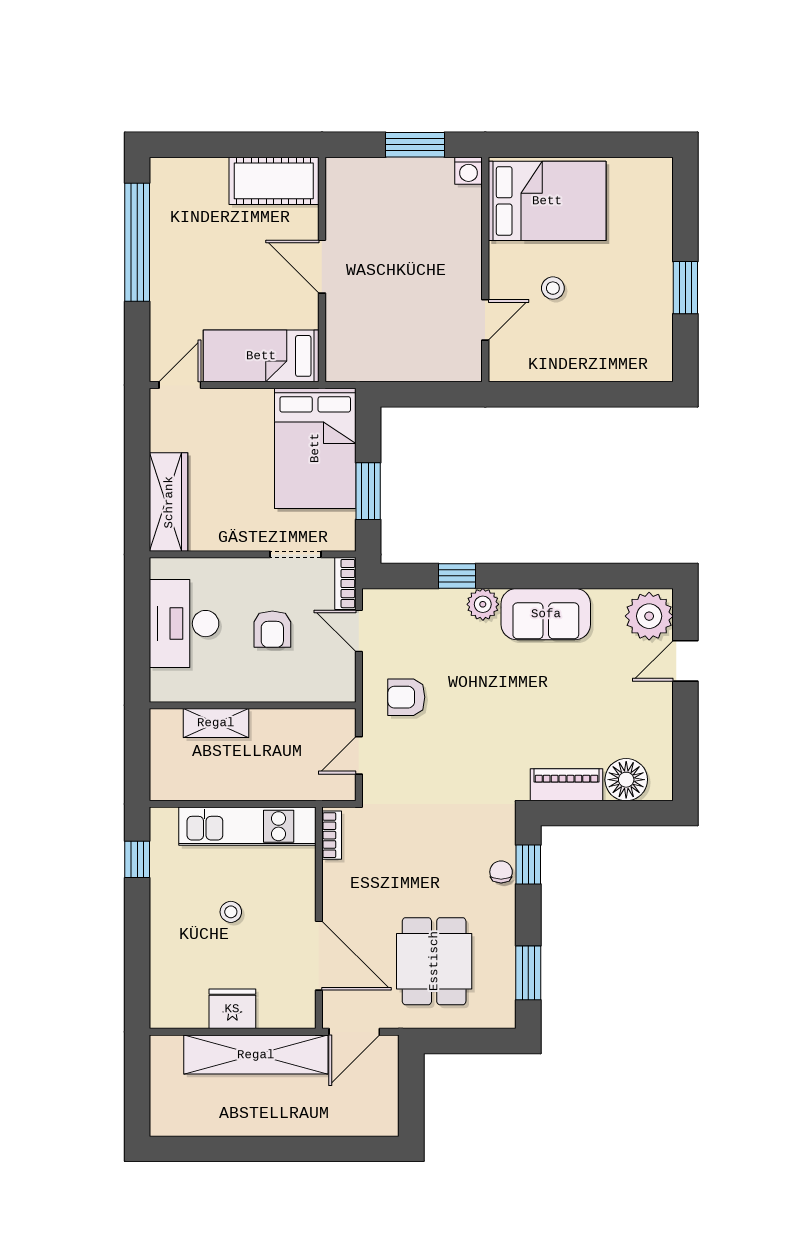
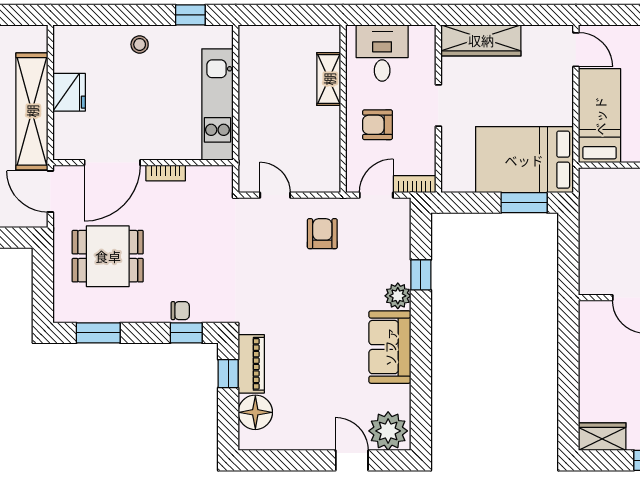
wardrobe: (656, 353) -> (602, 437), added
window: (368, 491) -> (524, 203), moved
doorway: (296, 554) -> (438, 105), moved
desk: (184, 624) -> (382, 53), width x0.73
wall: (253, 705) -> (343, 109), moved
shelving: (216, 723) -> (329, 79), moved
window: (579, 813) -> (228, 374), added
bookcase: (332, 835) -> (166, 173), moved
stool: (231, 912) -> (140, 44), moved

